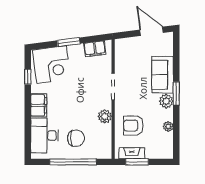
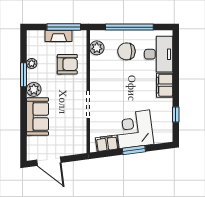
corner desk: (51, 64) -> (134, 129), moved
window: (176, 93) -> (23, 75), moved
plant: (105, 116) -> (97, 48), moved
fireplace: (132, 153) -> (59, 36), moved
window: (137, 162) -> (64, 27), width x1.44

